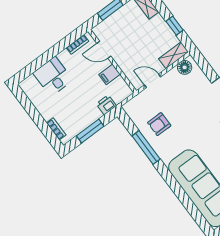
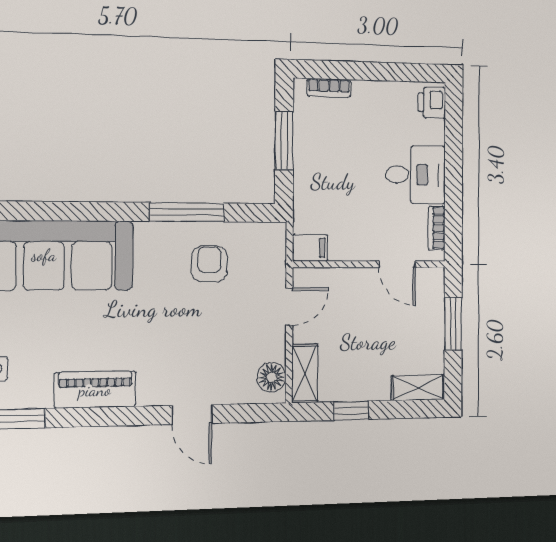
door: (104, 50) -> (397, 264), swing flipped
filing cabinet: (110, 74) -> (310, 248), moved, turned 90
desk: (53, 76) -> (416, 175), moved
printer: (106, 105) -> (432, 103), moved, turned 180

